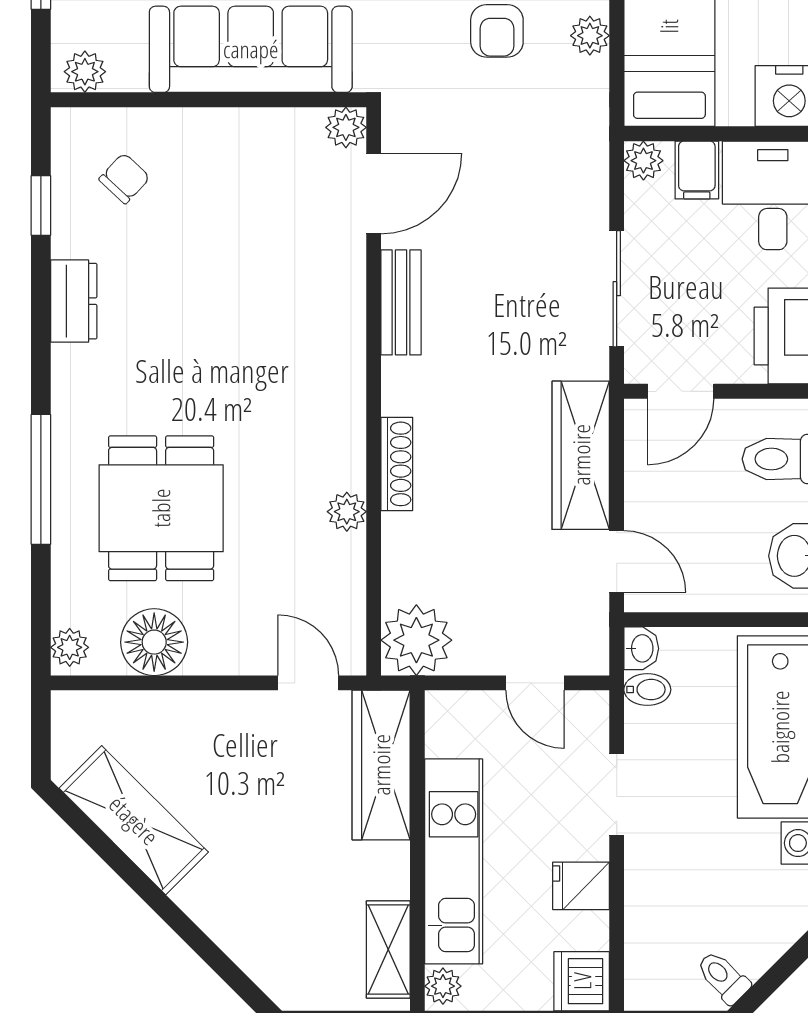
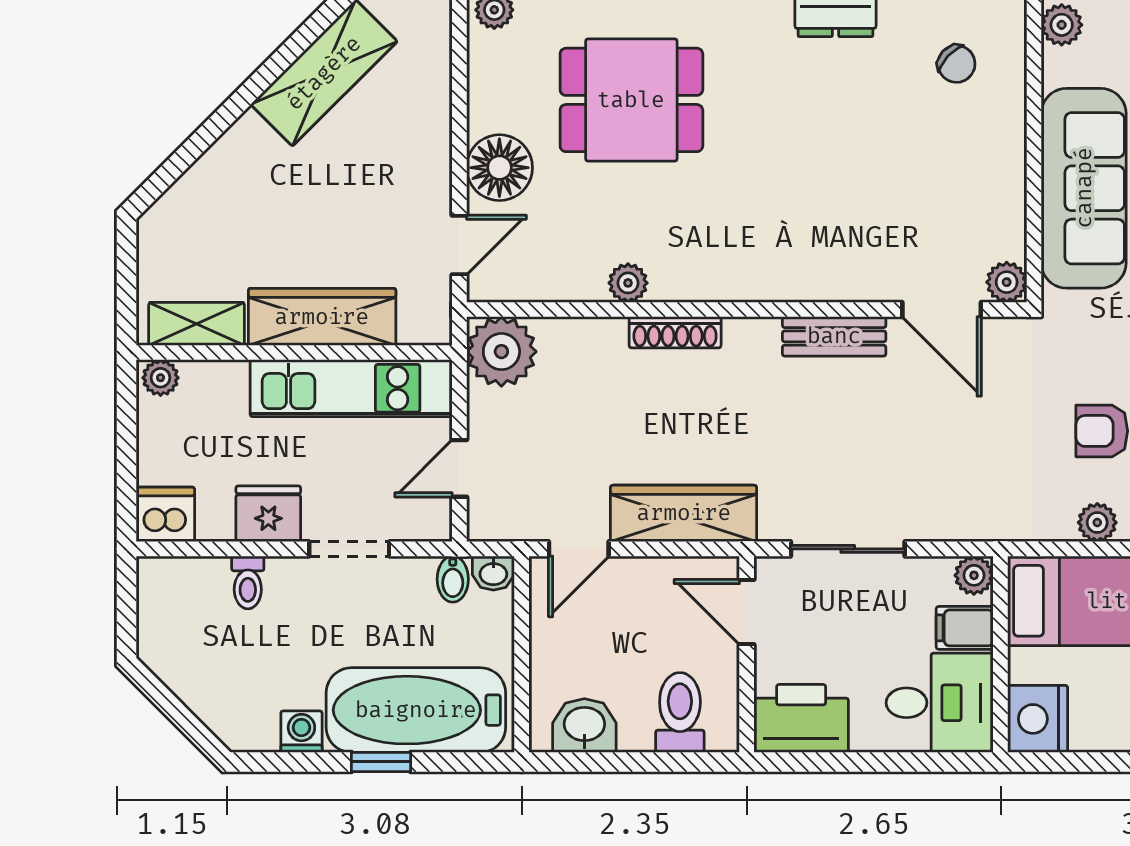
floor lamp: (154, 642) -> (499, 168), moved
wardrobe: (381, 765) -> (322, 317), moved
kitchen unit: (454, 861) -> (351, 388), moved
fridge: (581, 886) -> (268, 514), width x1.38
toilet: (723, 977) -> (248, 582), moved, turned 135

